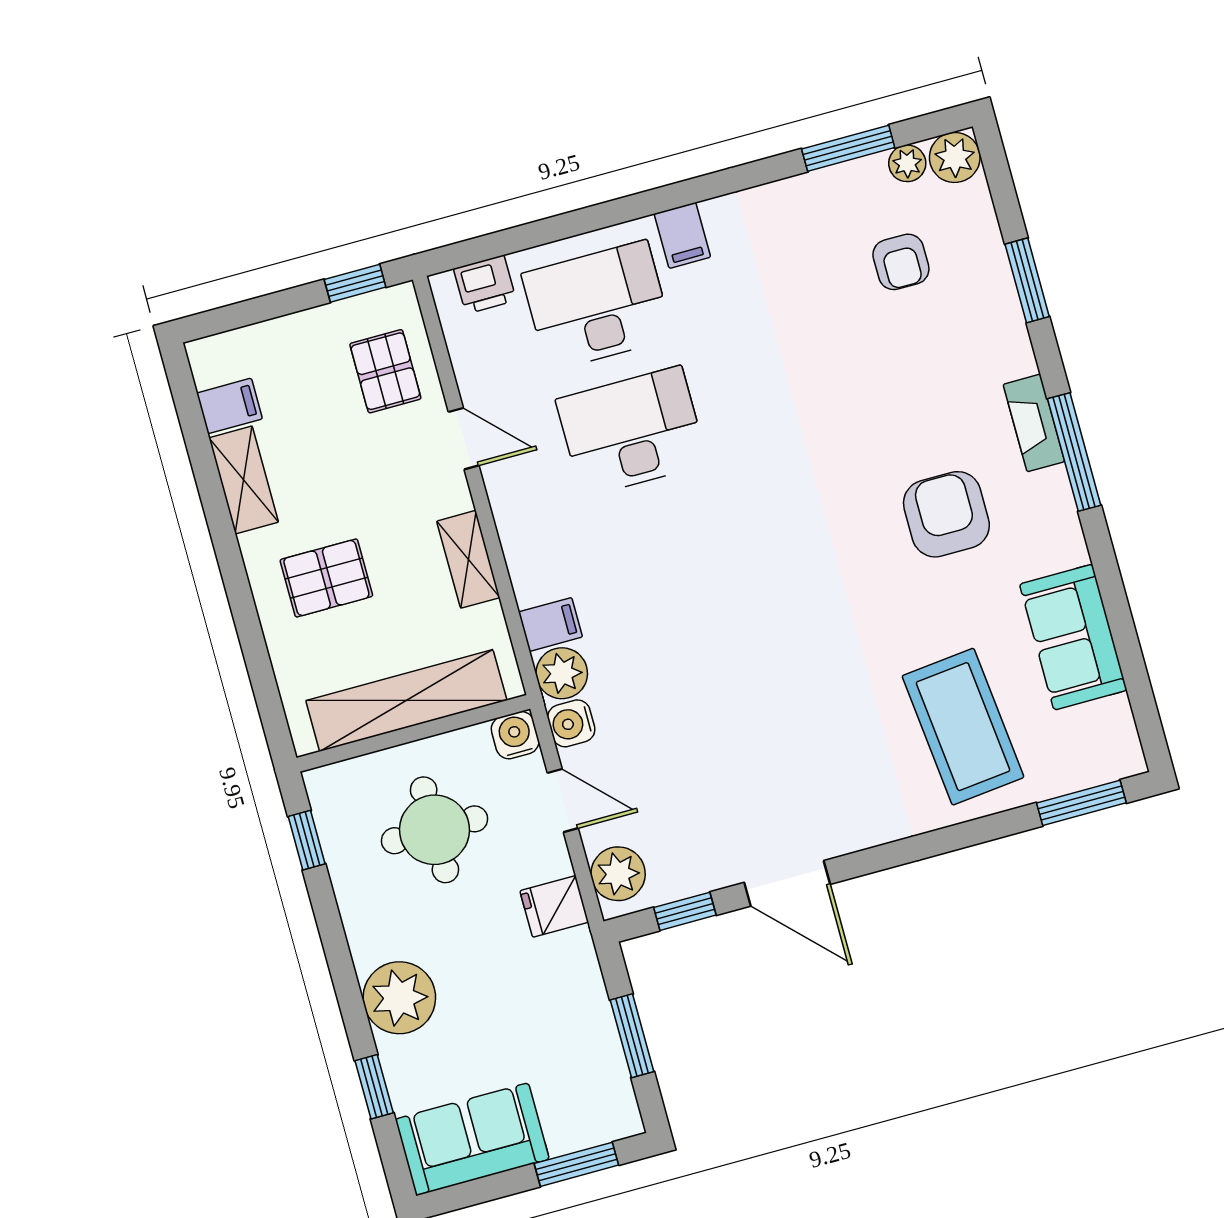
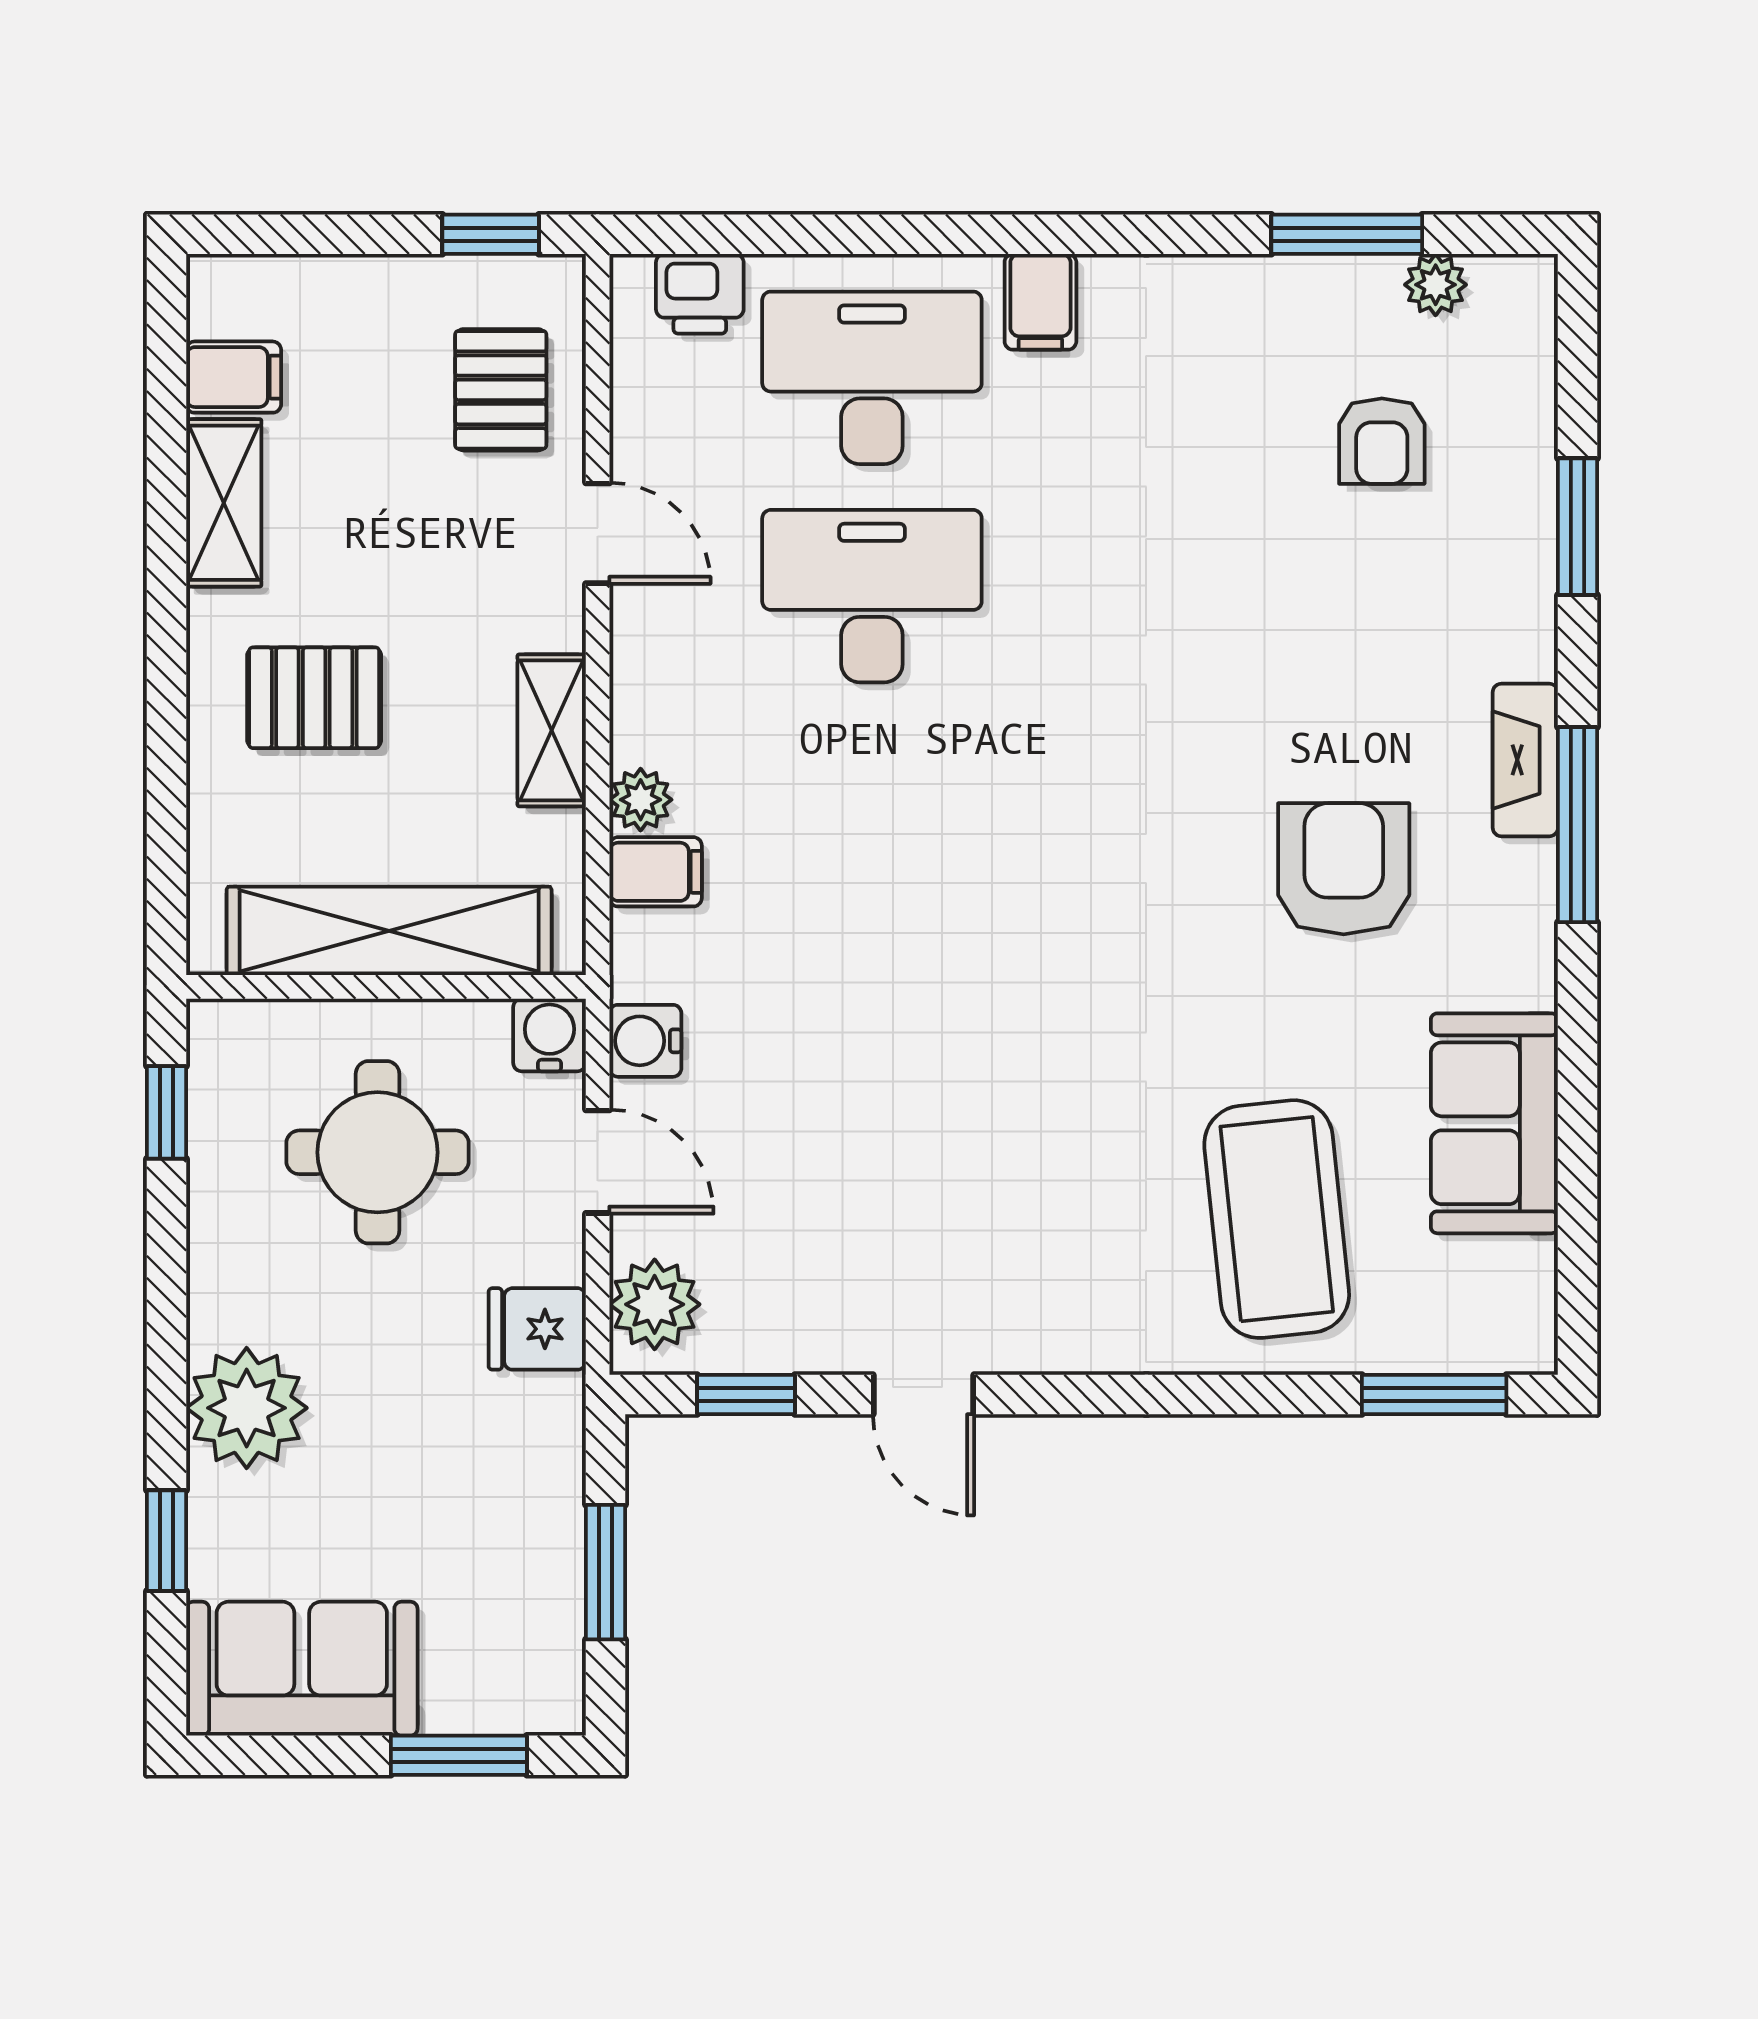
plant: (955, 157) -> (1515, 296), removed
plant: (562, 673) -> (641, 800), moved, width x0.73, depth x0.73
door: (787, 883) -> (923, 1395), width x0.73

